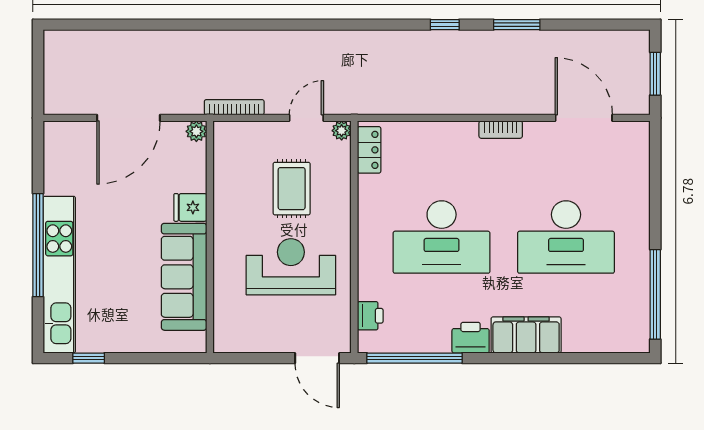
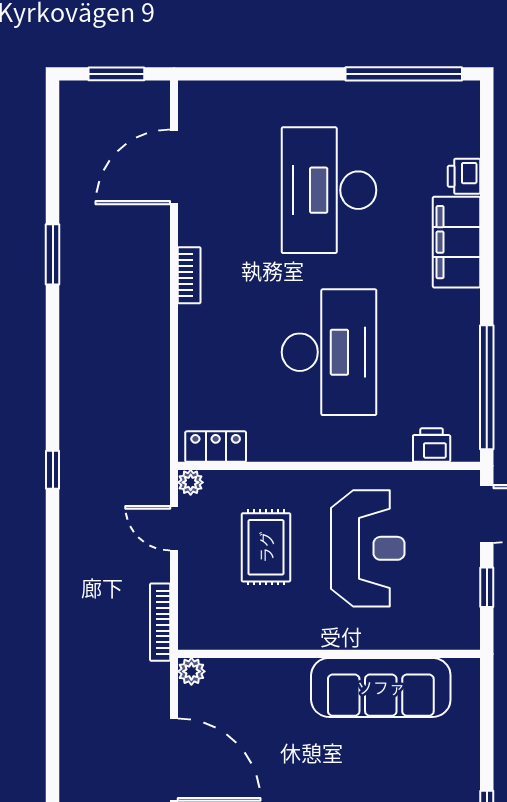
window: (445, 25) -> (53, 470), moved
rug: (292, 189) -> (266, 547), turned 90
fridge: (190, 207) -> (291, 679), removed
desk: (566, 237) -> (329, 190), turned 180
reception desk: (291, 267) -> (368, 548), turned 180
printer: (471, 338) -> (464, 176), moved, width x0.73, depth x0.81
window: (261, 358) -> (487, 587), added

